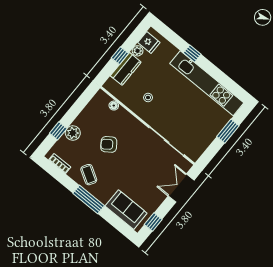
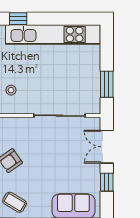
window: (228, 131) -> (107, 84), moved
window: (153, 222) -> (107, 182), moved

